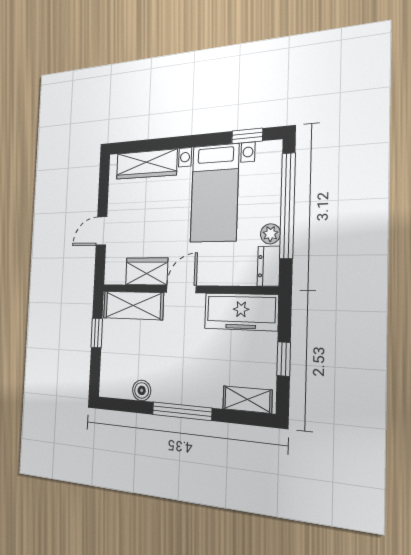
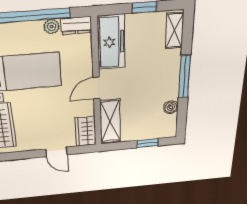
wardrobe: (147, 271) -> (86, 131), moved
door: (181, 289) -> (97, 88), hinge flipped
window: (97, 333) -> (148, 143), moved

